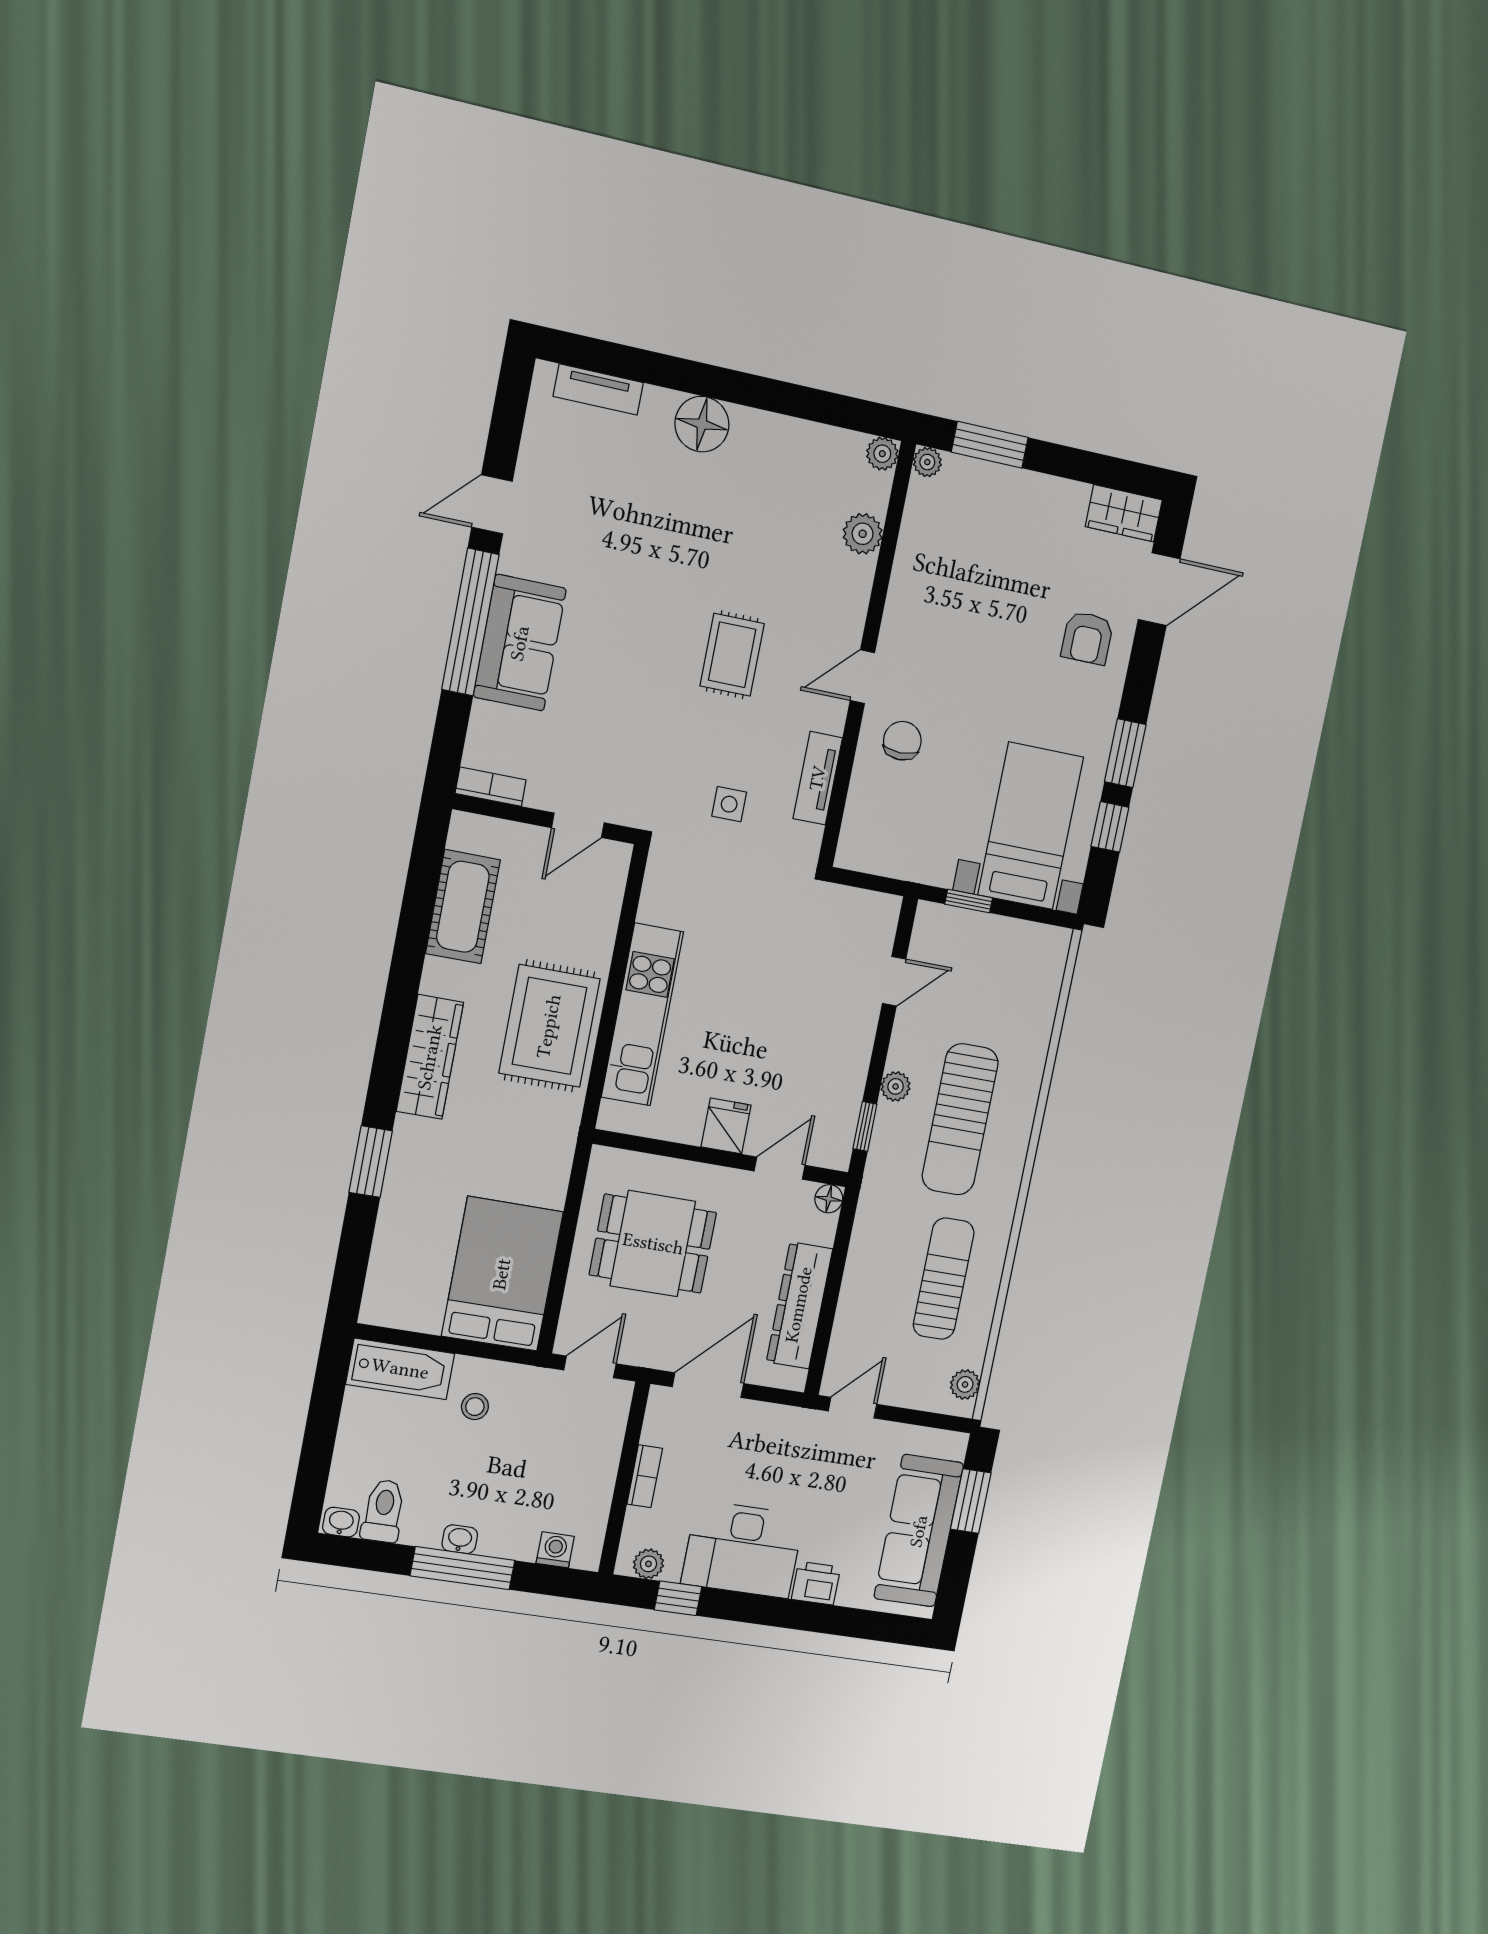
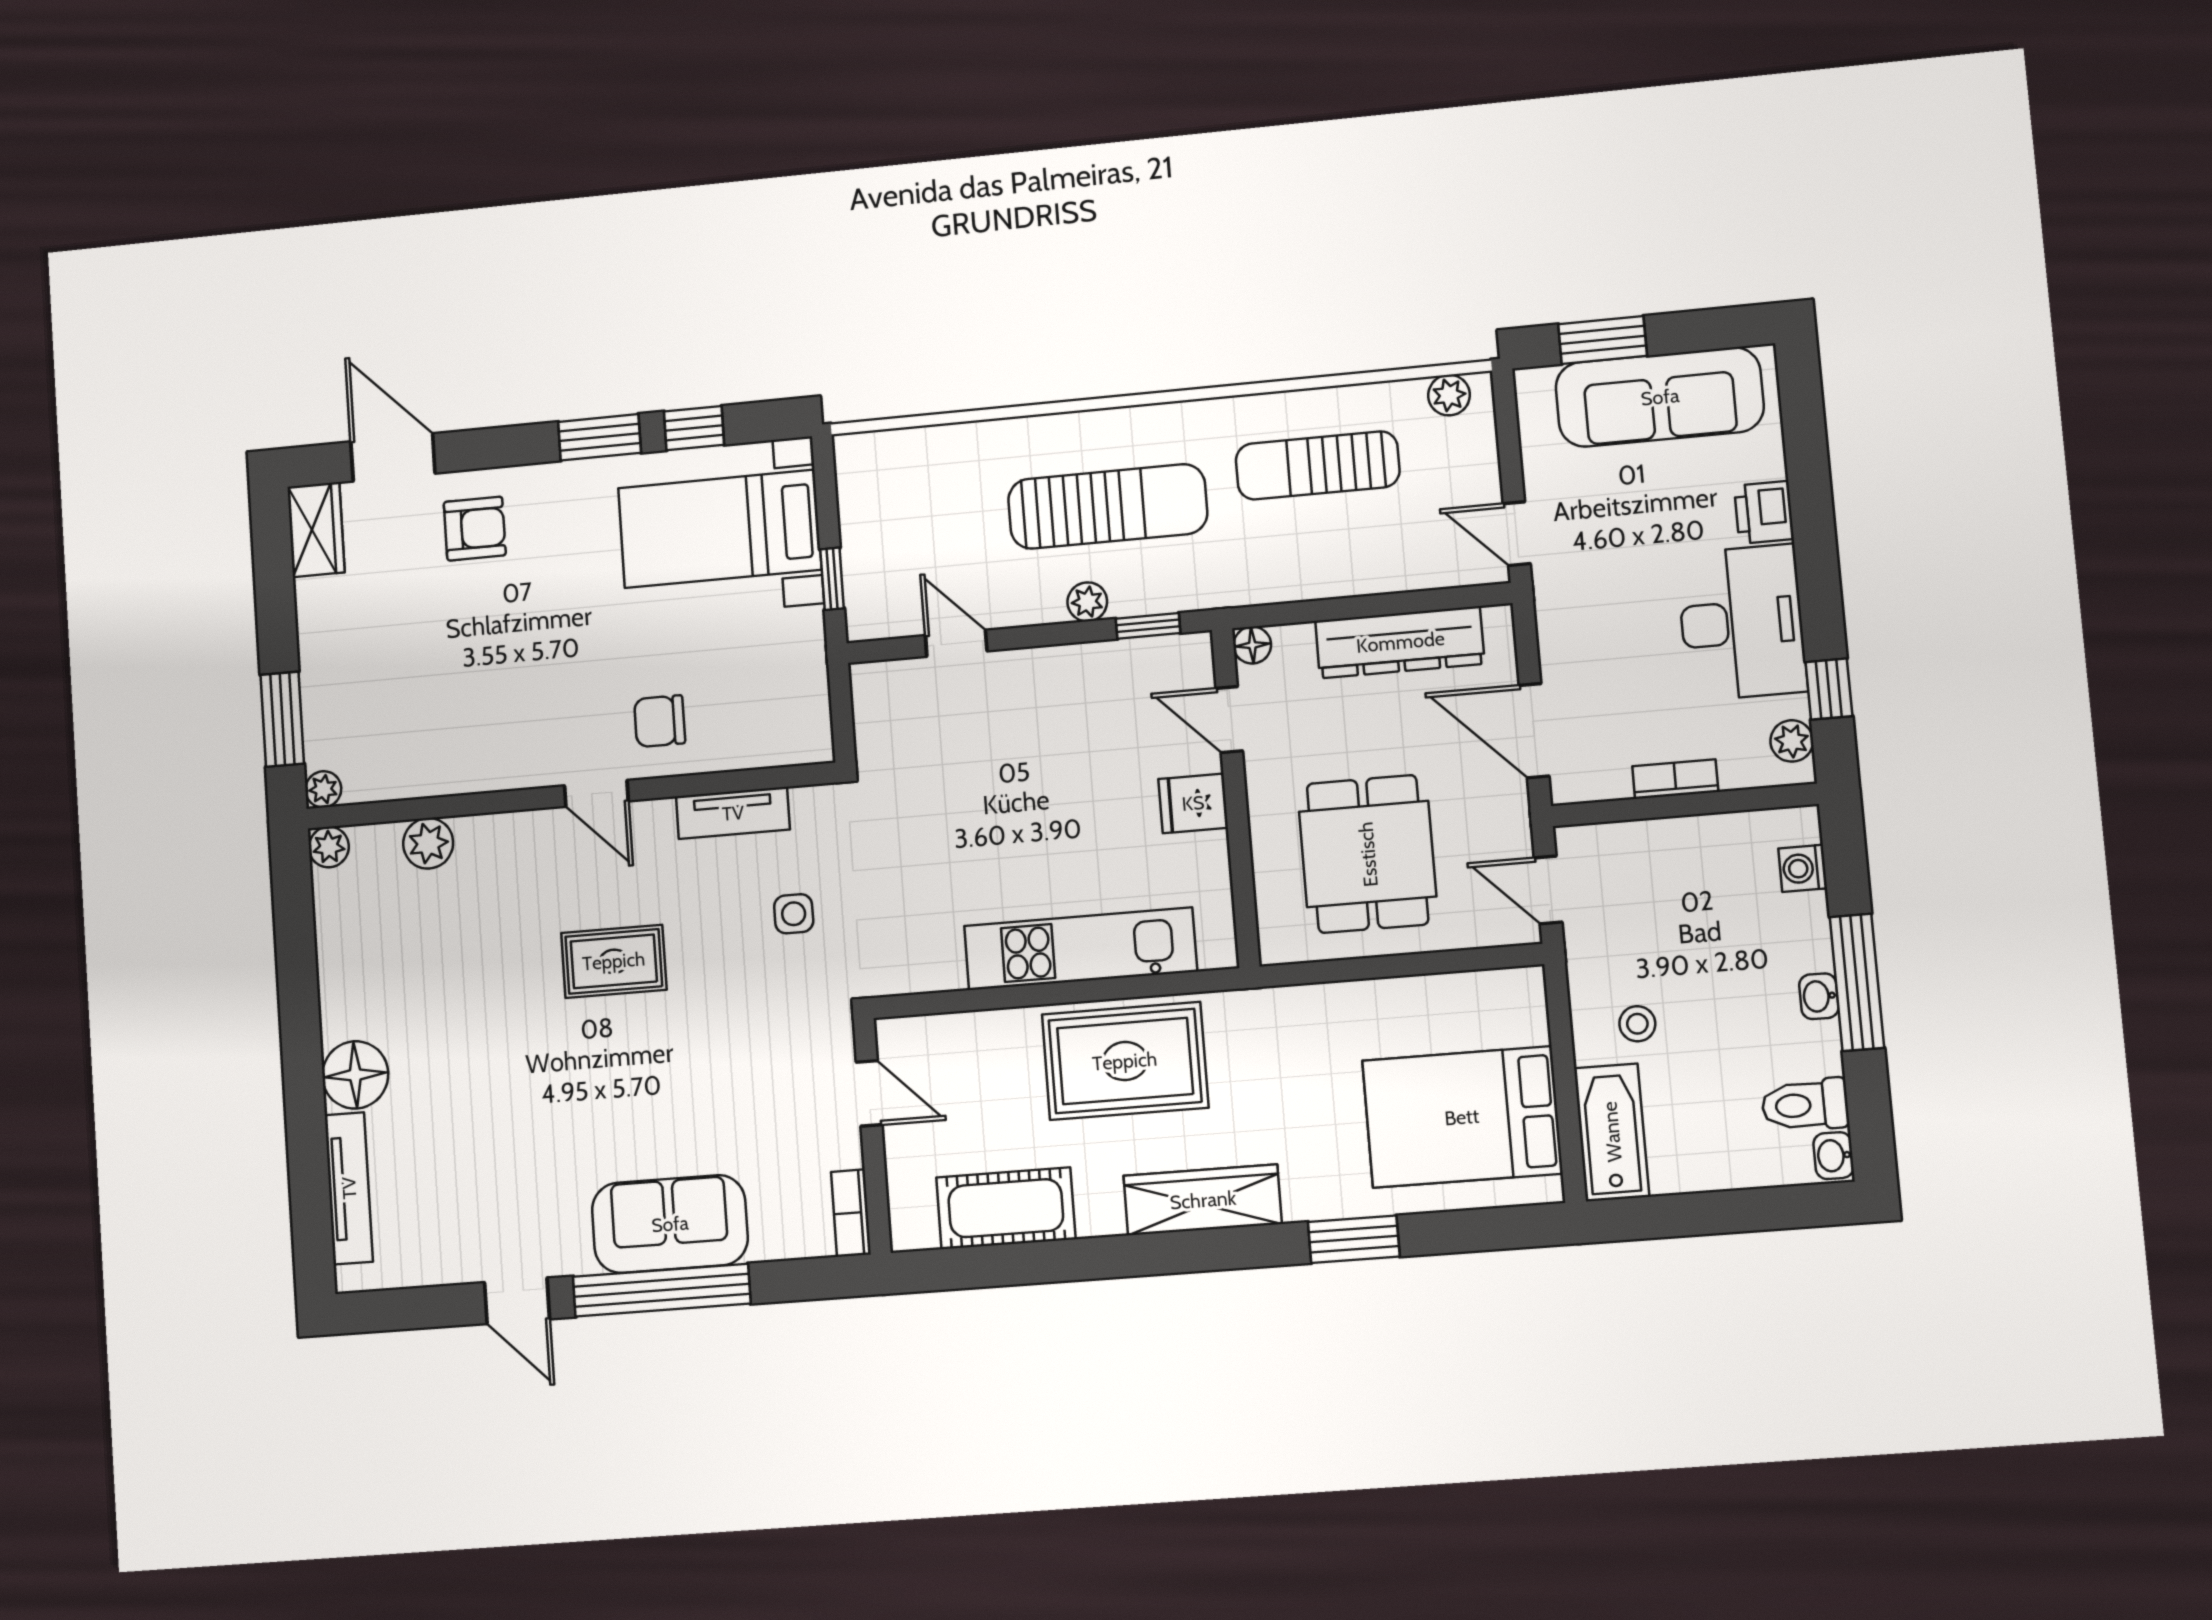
tv unit: (598, 389) -> (349, 1188), width x1.41
bed: (502, 1274) -> (1462, 1117), moved

